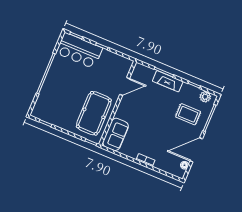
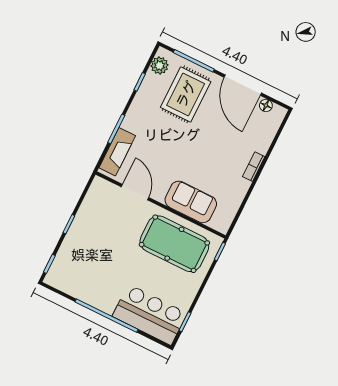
bar counter: (79, 50) -> (150, 315), moved, turned -90
fireplace: (168, 81) -> (117, 152), moved
rug: (188, 114) -> (186, 94), width x1.36, depth x1.43
sofa: (116, 134) -> (191, 202), moved

